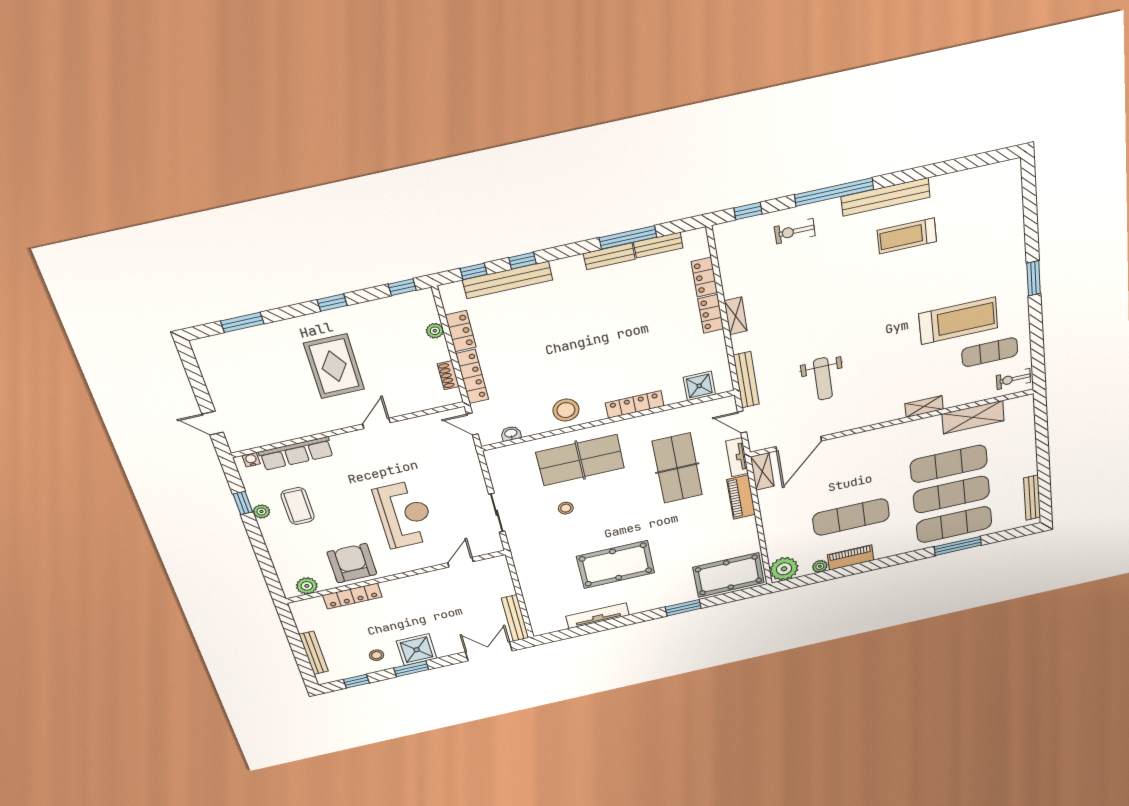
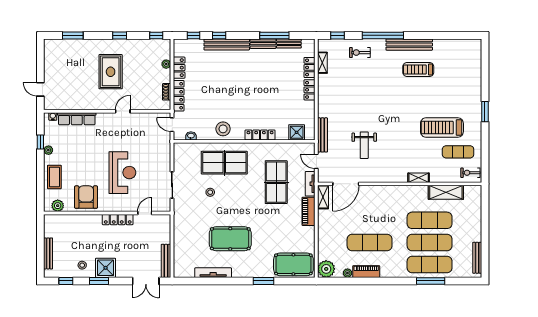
bench: (508, 280) -> (227, 44), moved
shelving: (736, 316) -> (322, 63), moved
treadmill: (958, 321) -> (442, 128), turned 180
coffee table: (298, 506) -> (54, 177), moved
locker: (352, 596) -> (118, 220), moved
double door: (489, 651) -> (146, 281), swing flipped

